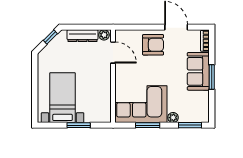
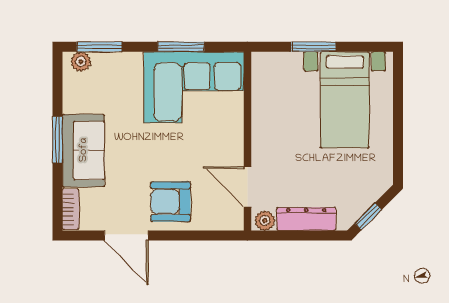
plant: (173, 118) -> (81, 62), moved

